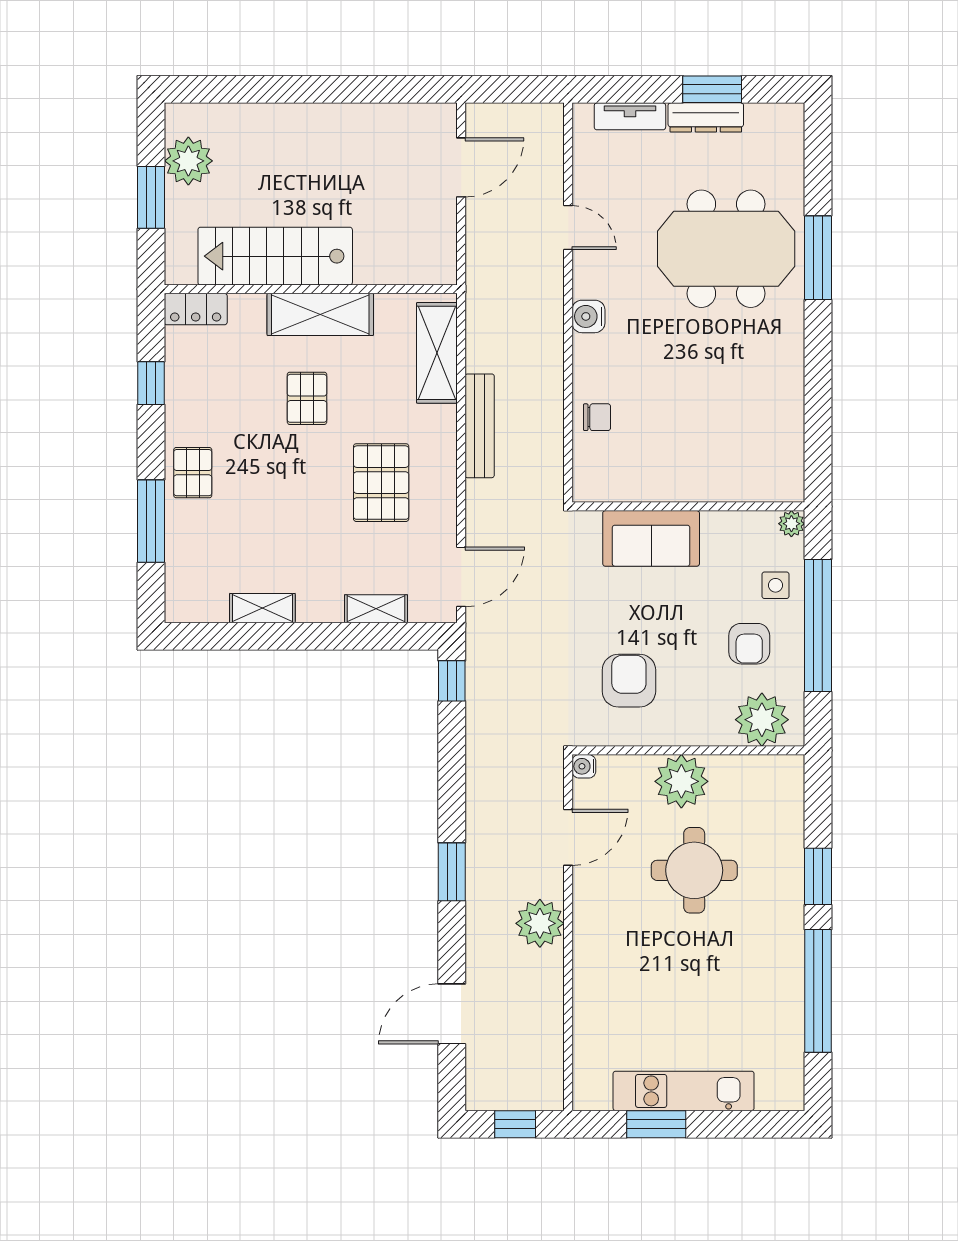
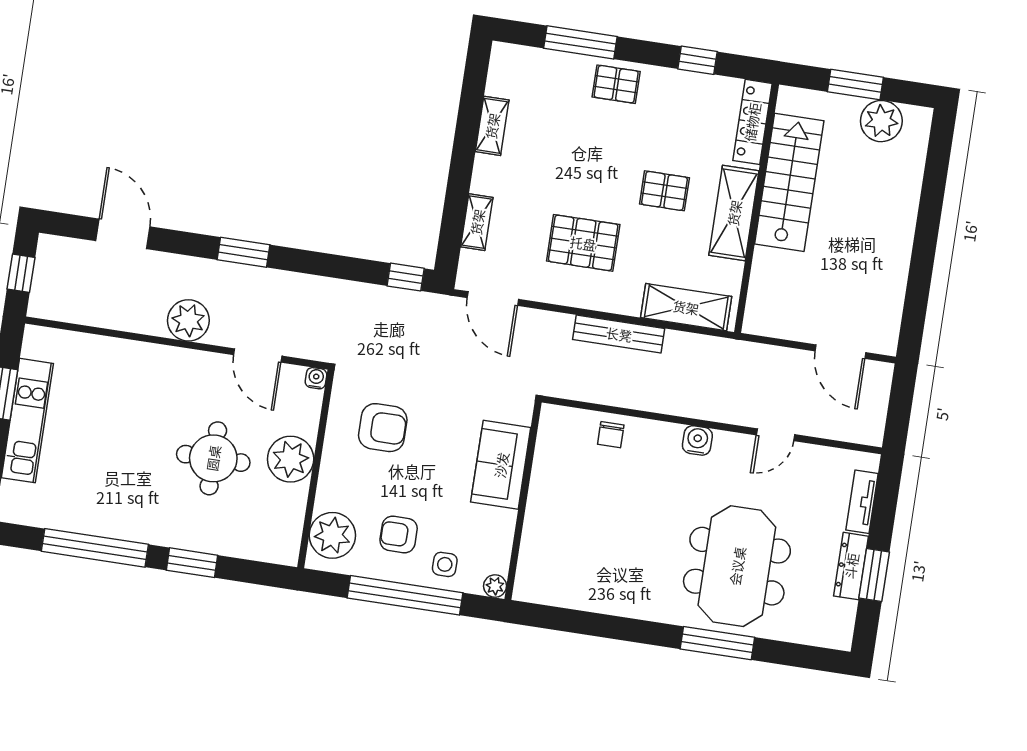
locker: (196, 309) -> (752, 122), width x1.53

